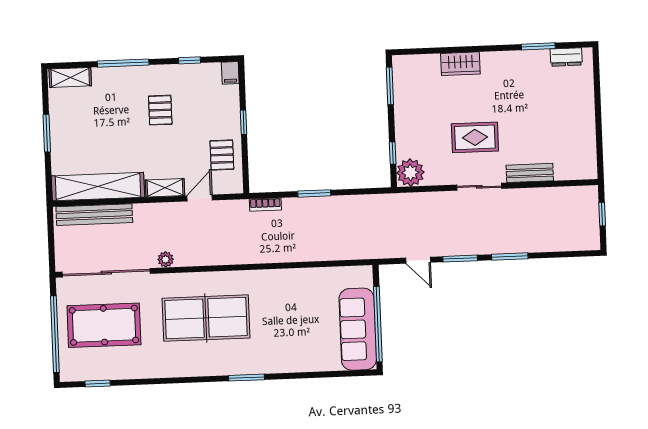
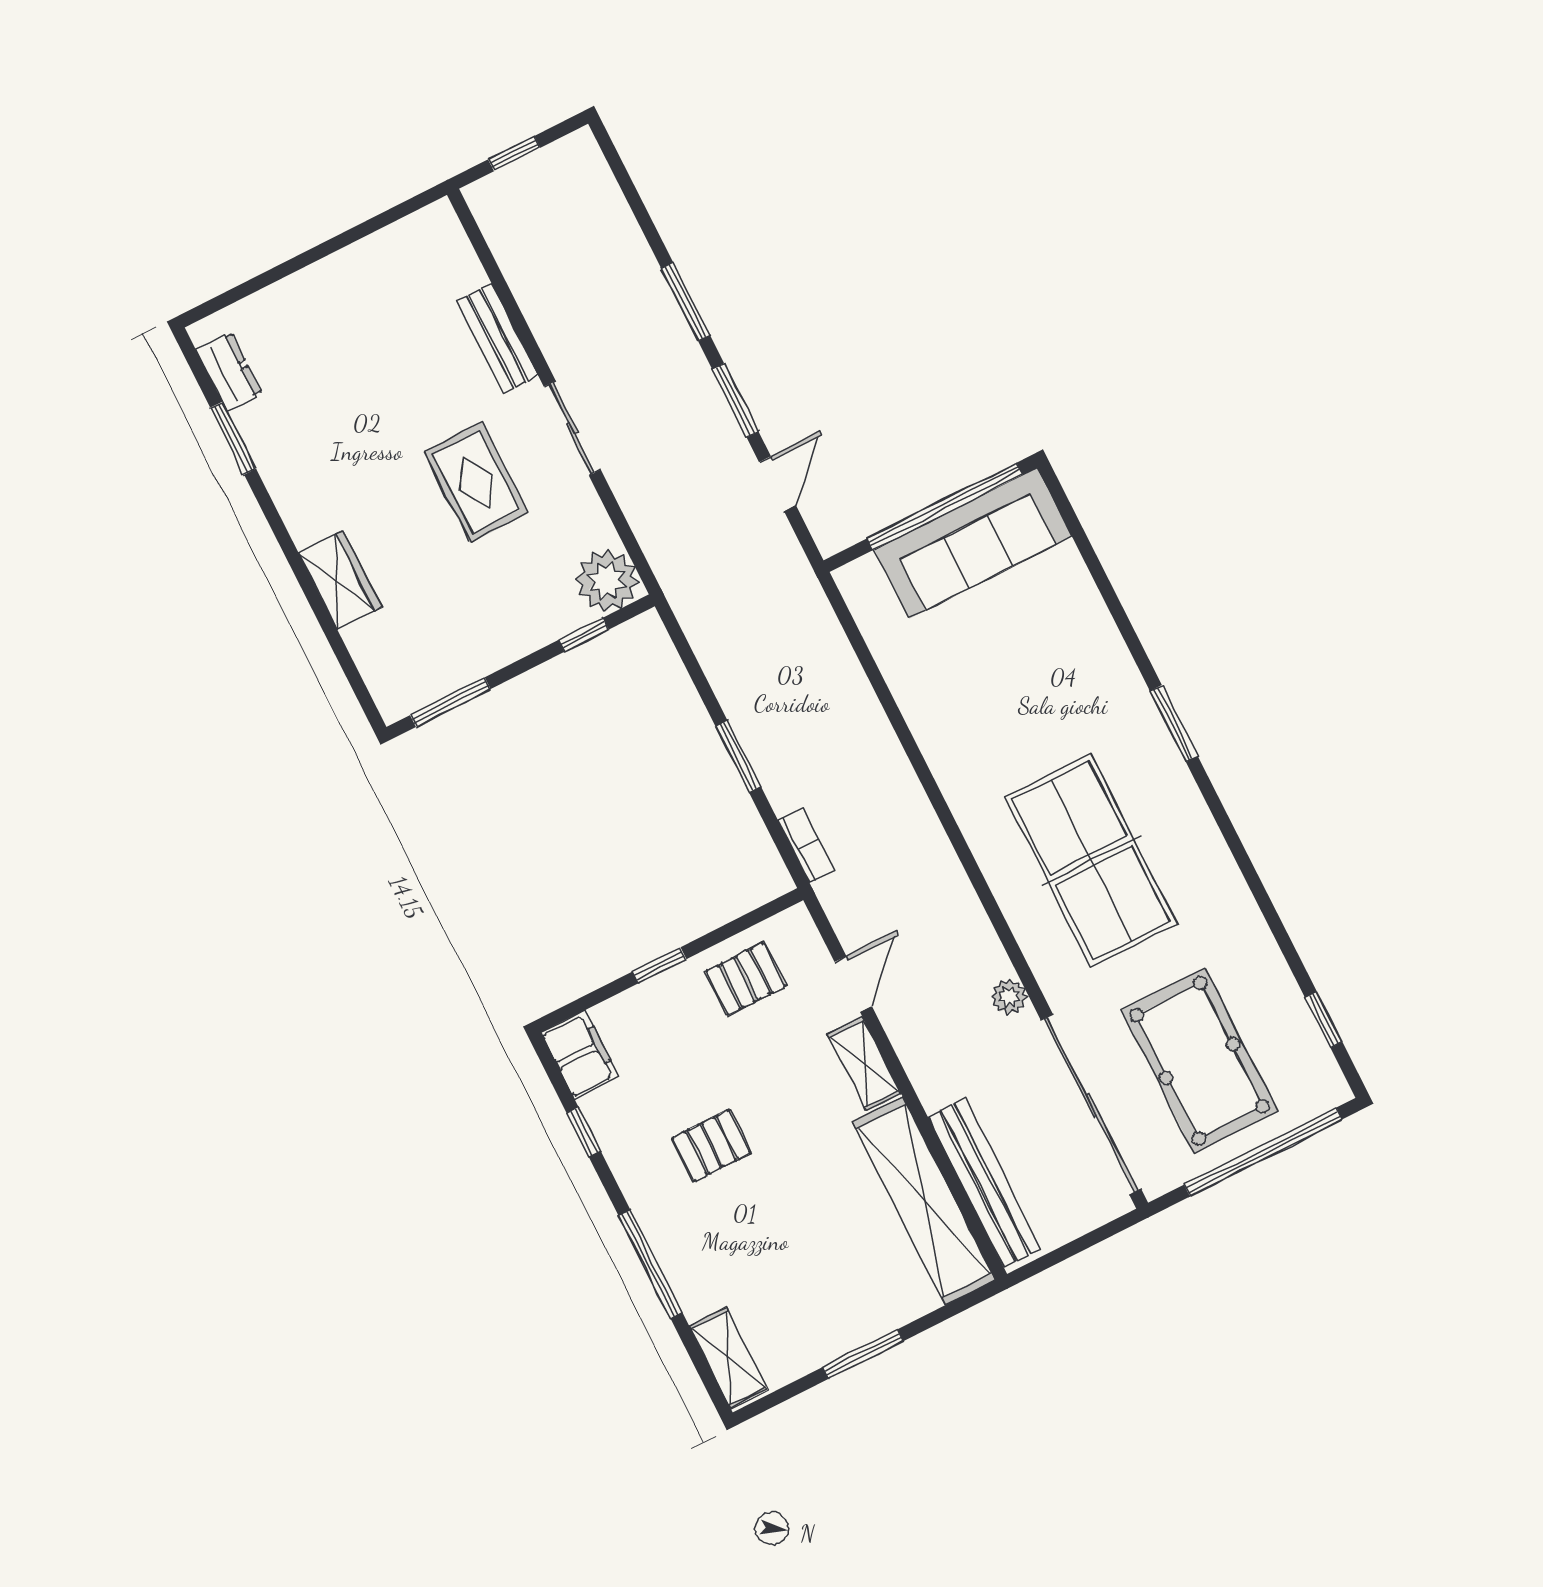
filing cabinet: (230, 73) -> (580, 1055), width x2.00
door: (200, 198) -> (853, 984), swing flipped

